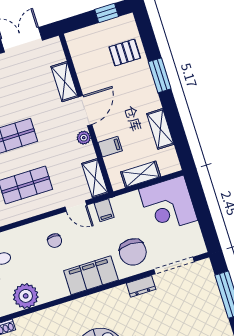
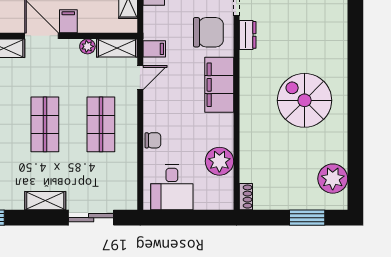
plant: (84, 138) -> (87, 46), moved
filing cabinet: (110, 147) -> (68, 21), moved
chair: (55, 241) -> (153, 140), moved

